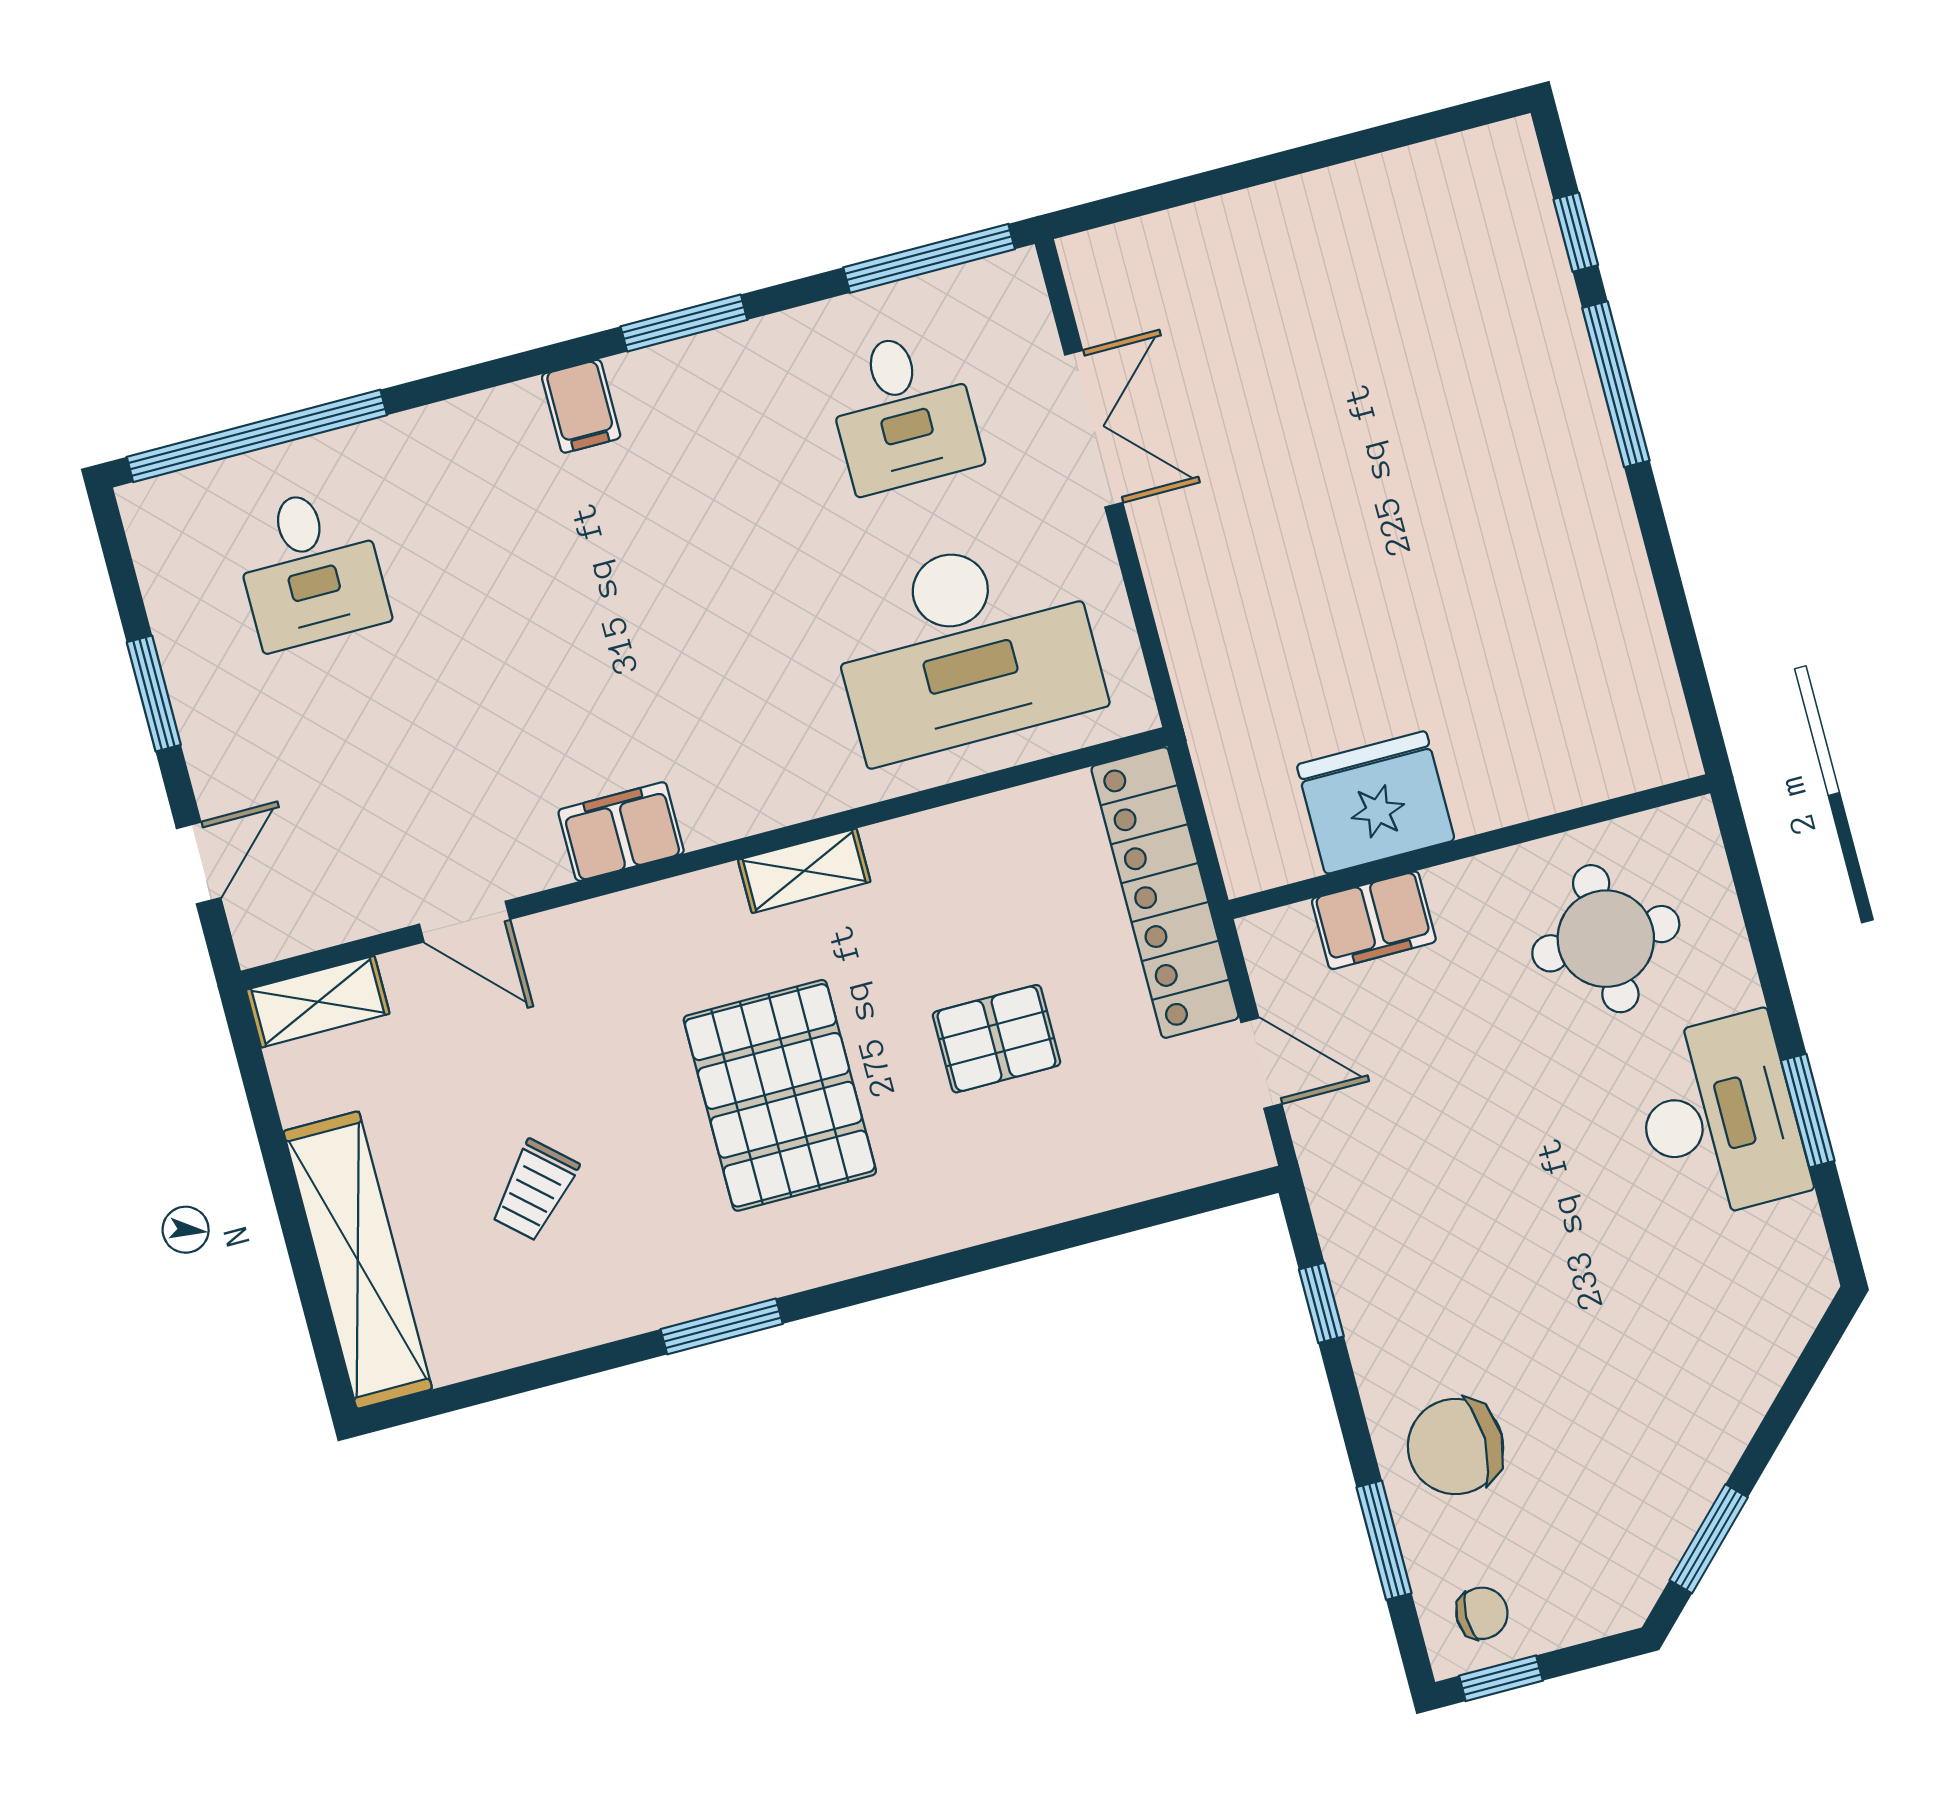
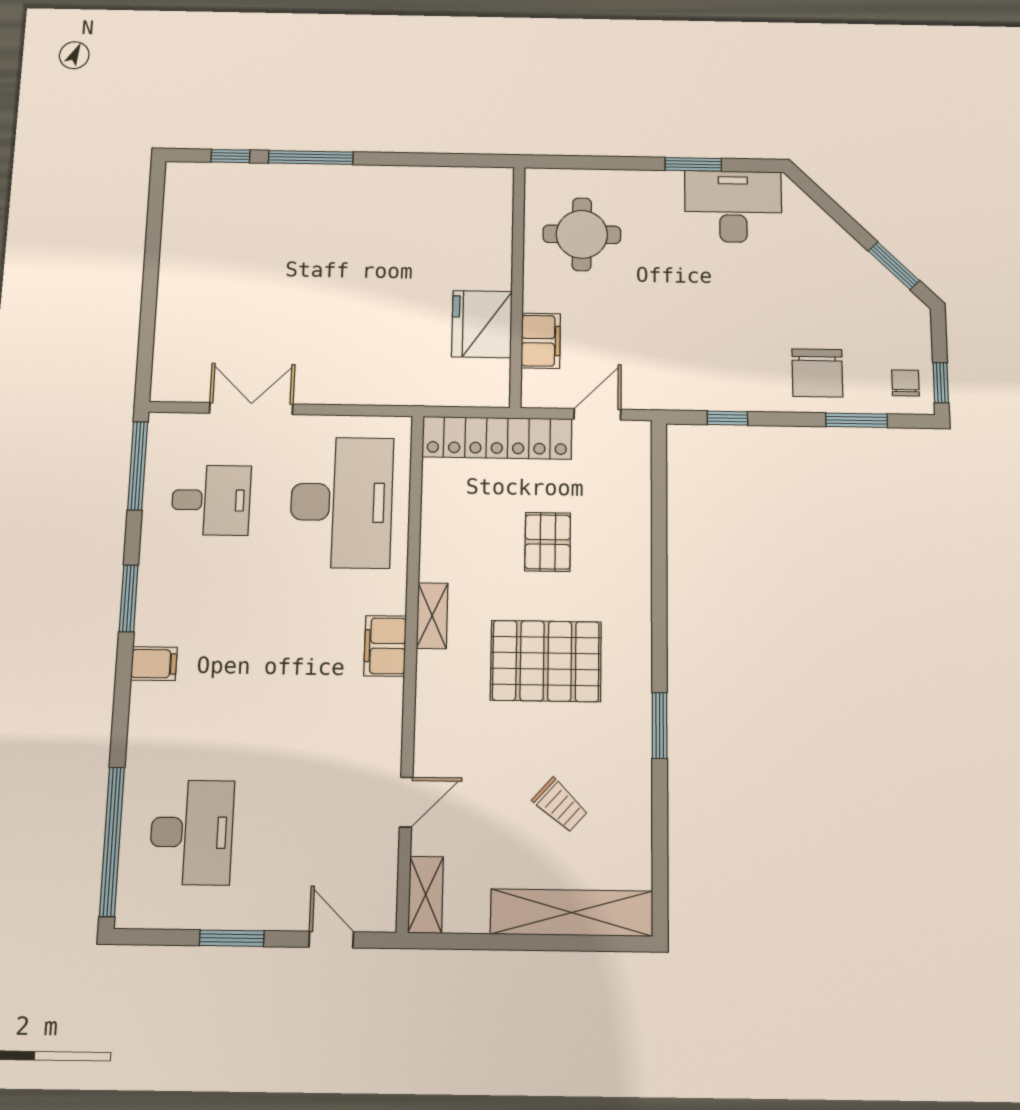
desk: (310, 568) -> (192, 832), width x1.37
filing cabinet: (621, 832) -> (385, 646), moved
desk: (1719, 1117) -> (733, 206), moved

